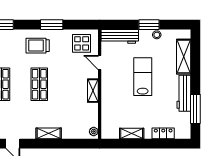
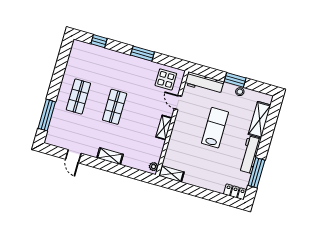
trolley: (38, 46) -> (123, 70), removed
locker: (163, 133) -> (235, 192), moved
shelving: (132, 134) -> (171, 174), moved

